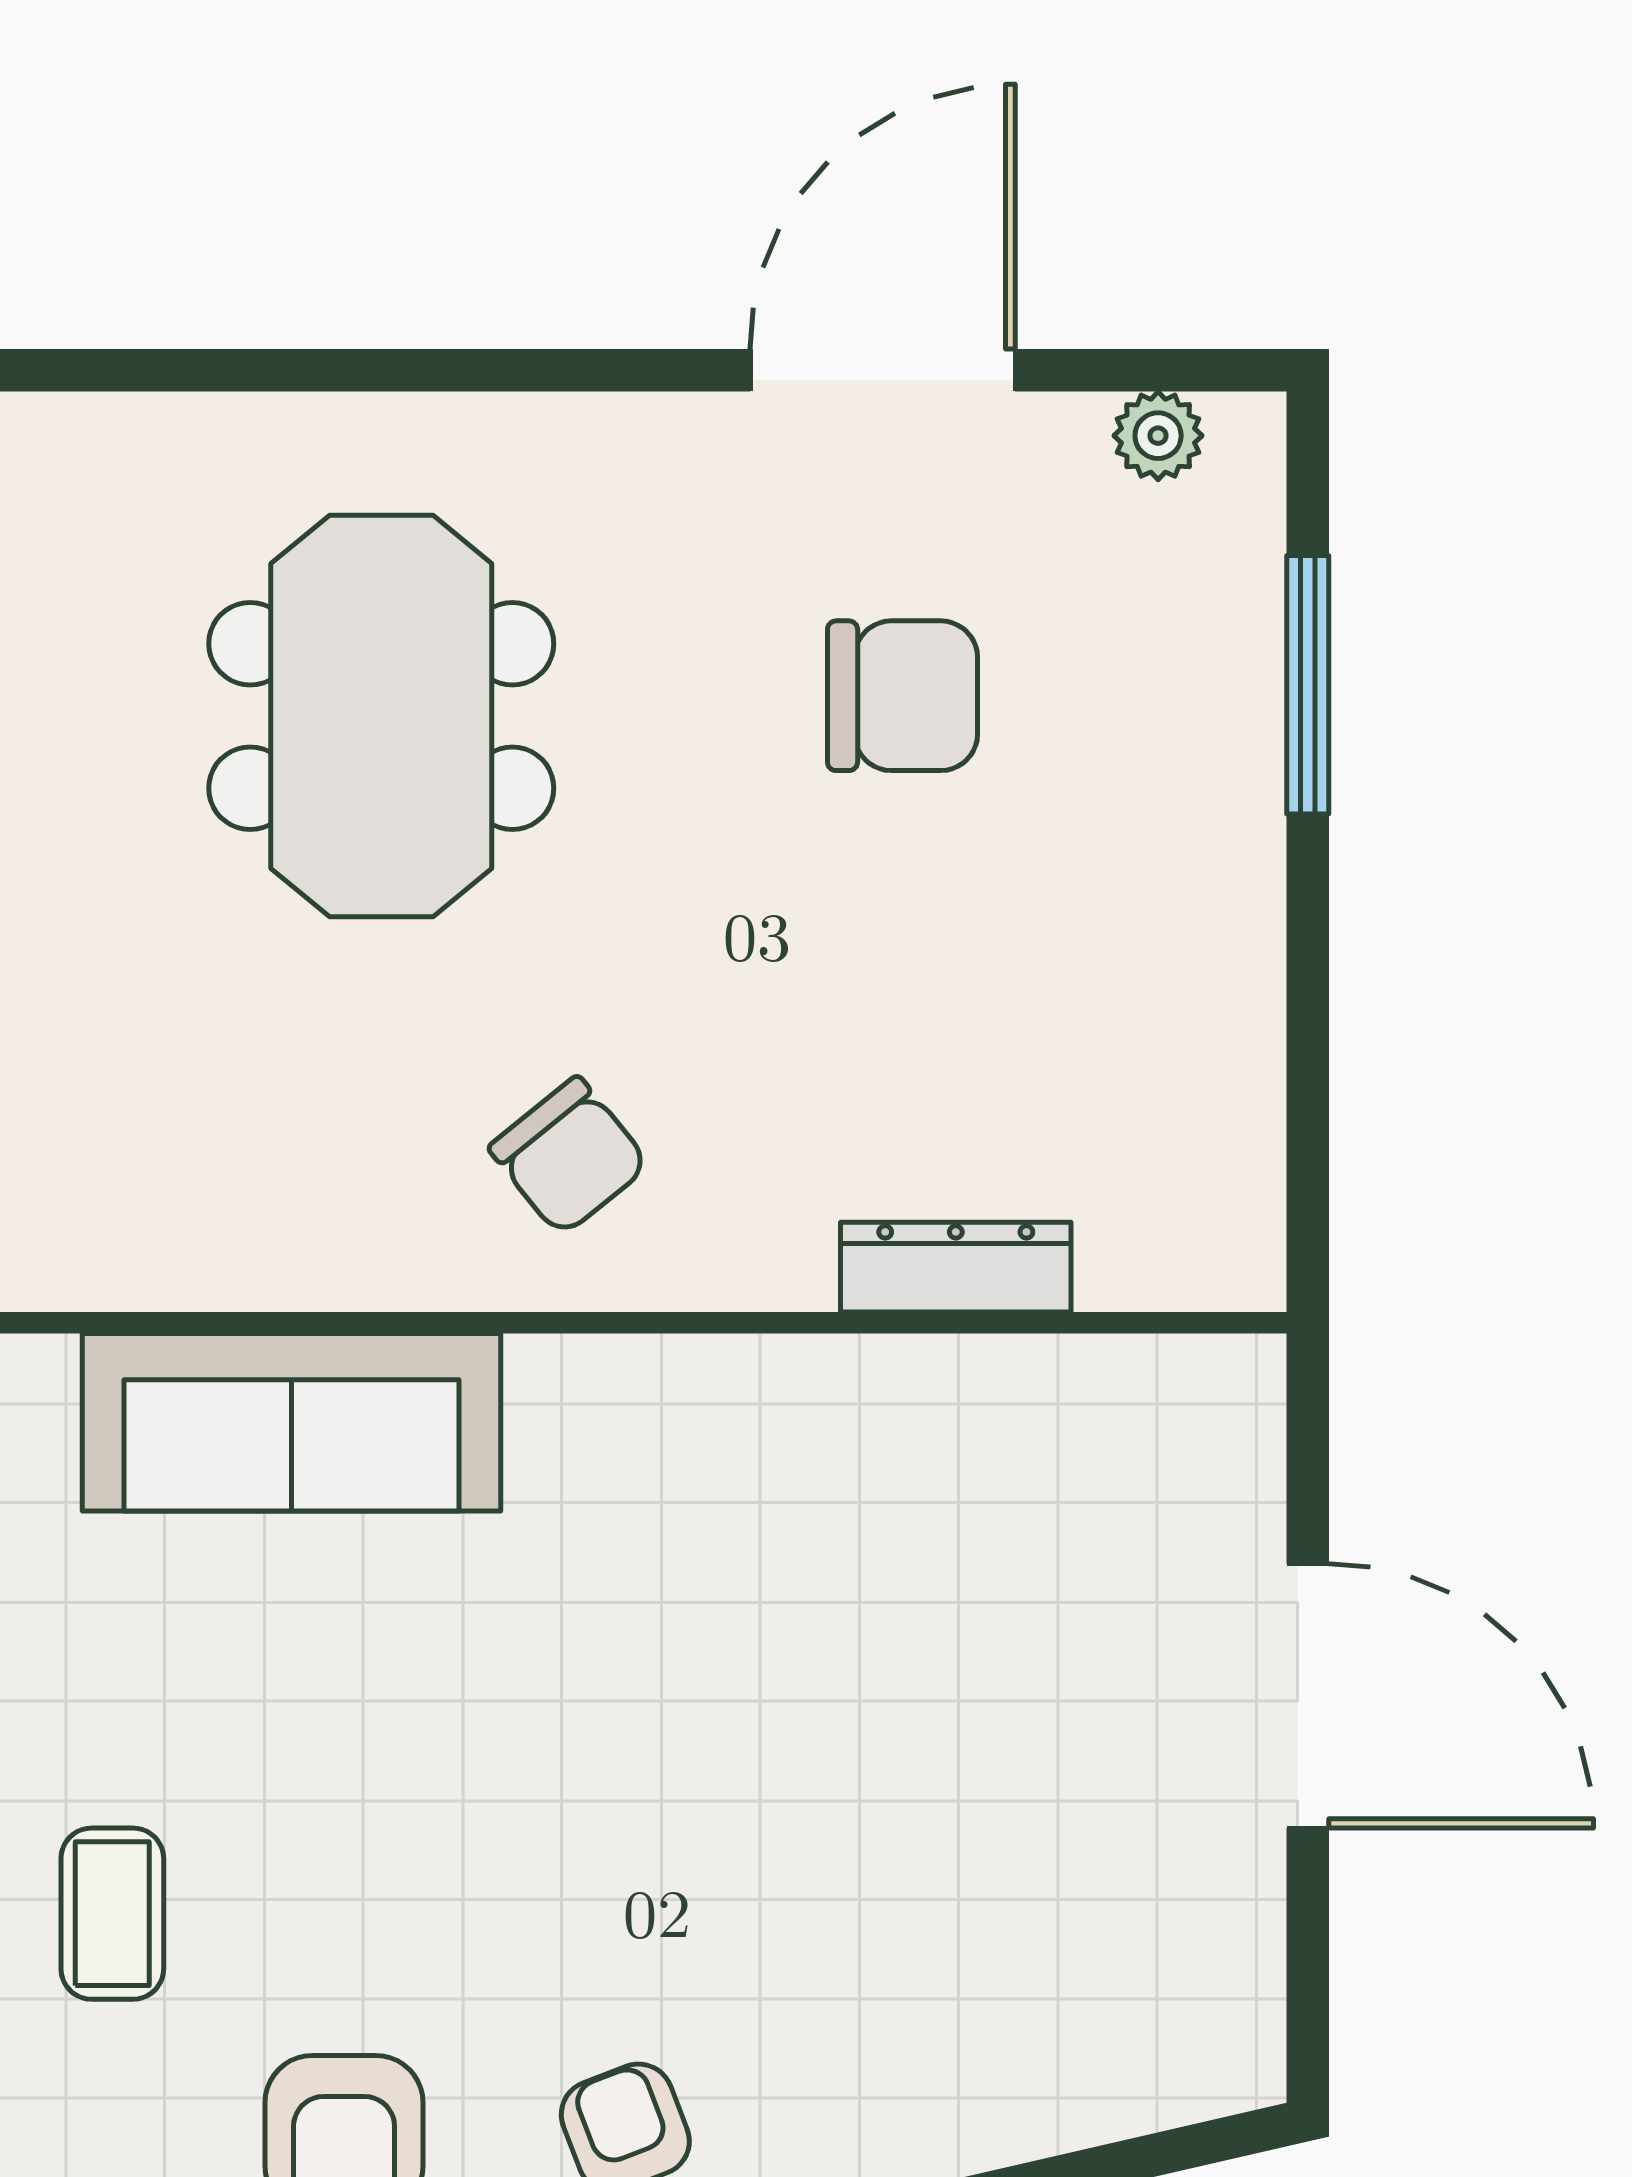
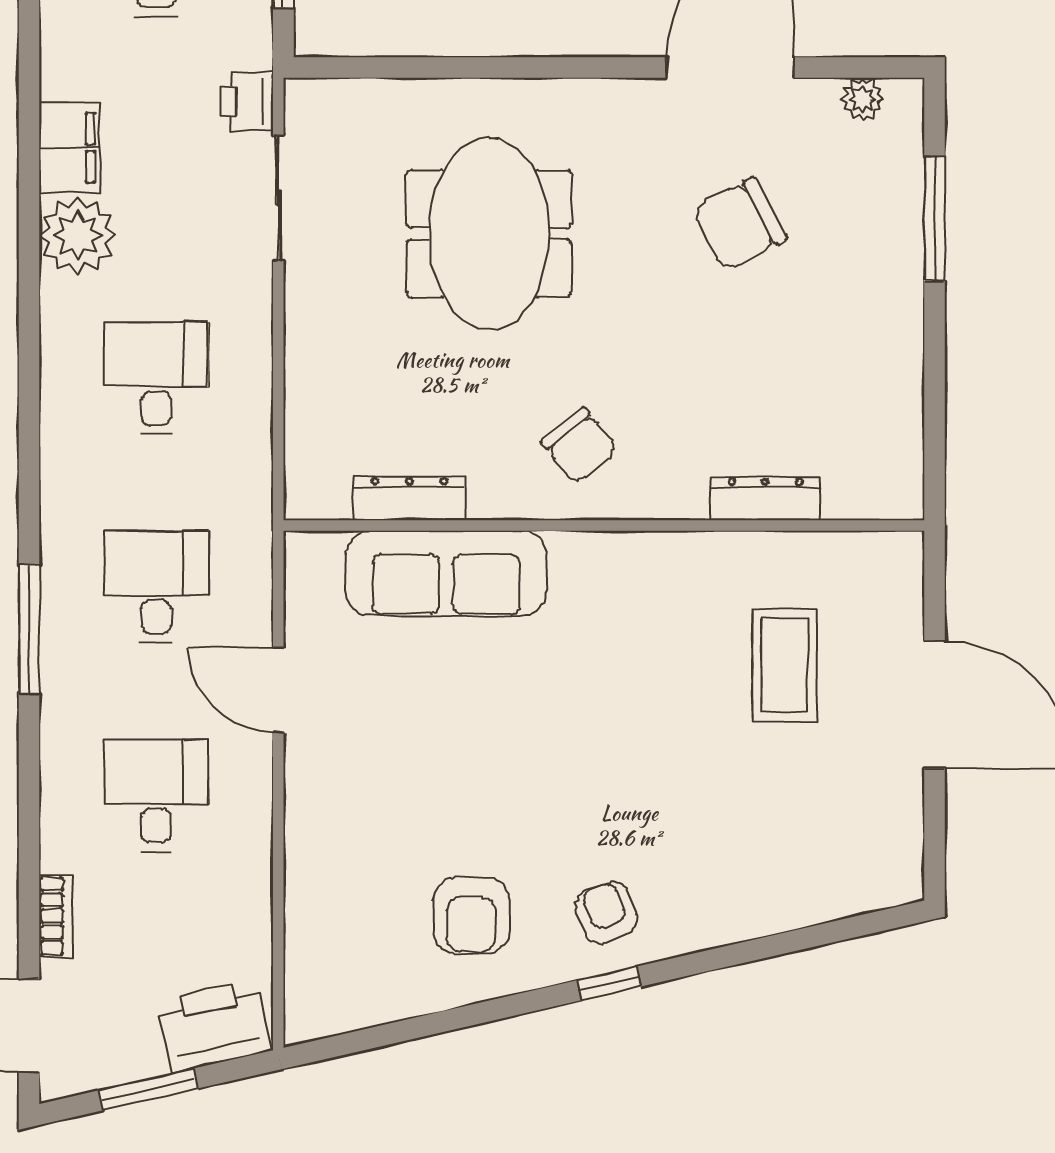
chair: (903, 696) -> (740, 224), turned 152
dresser: (215, 1266) -> (409, 498), added
coffee table: (112, 1914) -> (785, 665), moved, width x1.36, depth x1.30

